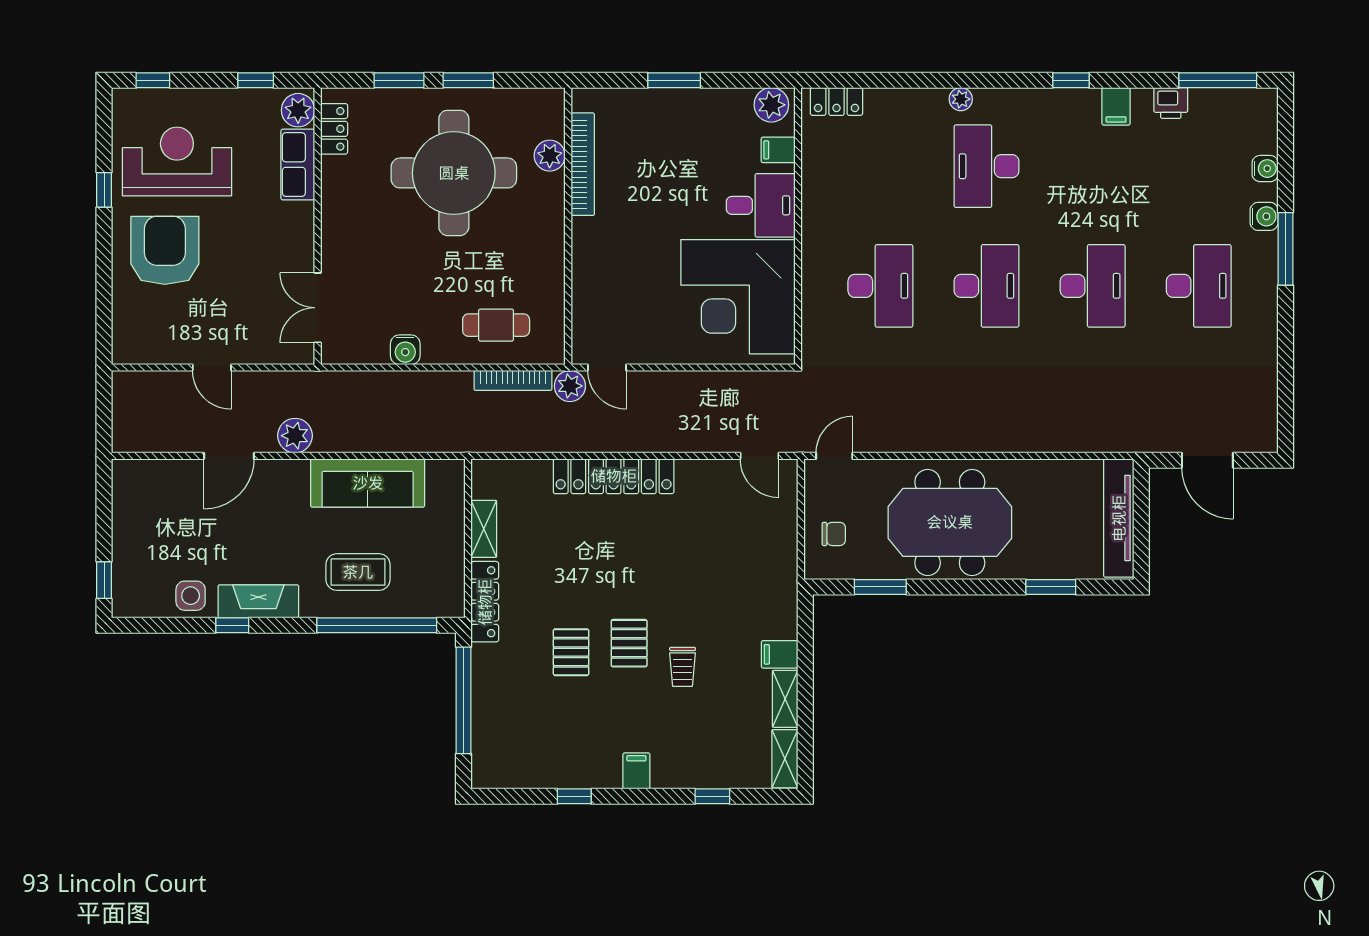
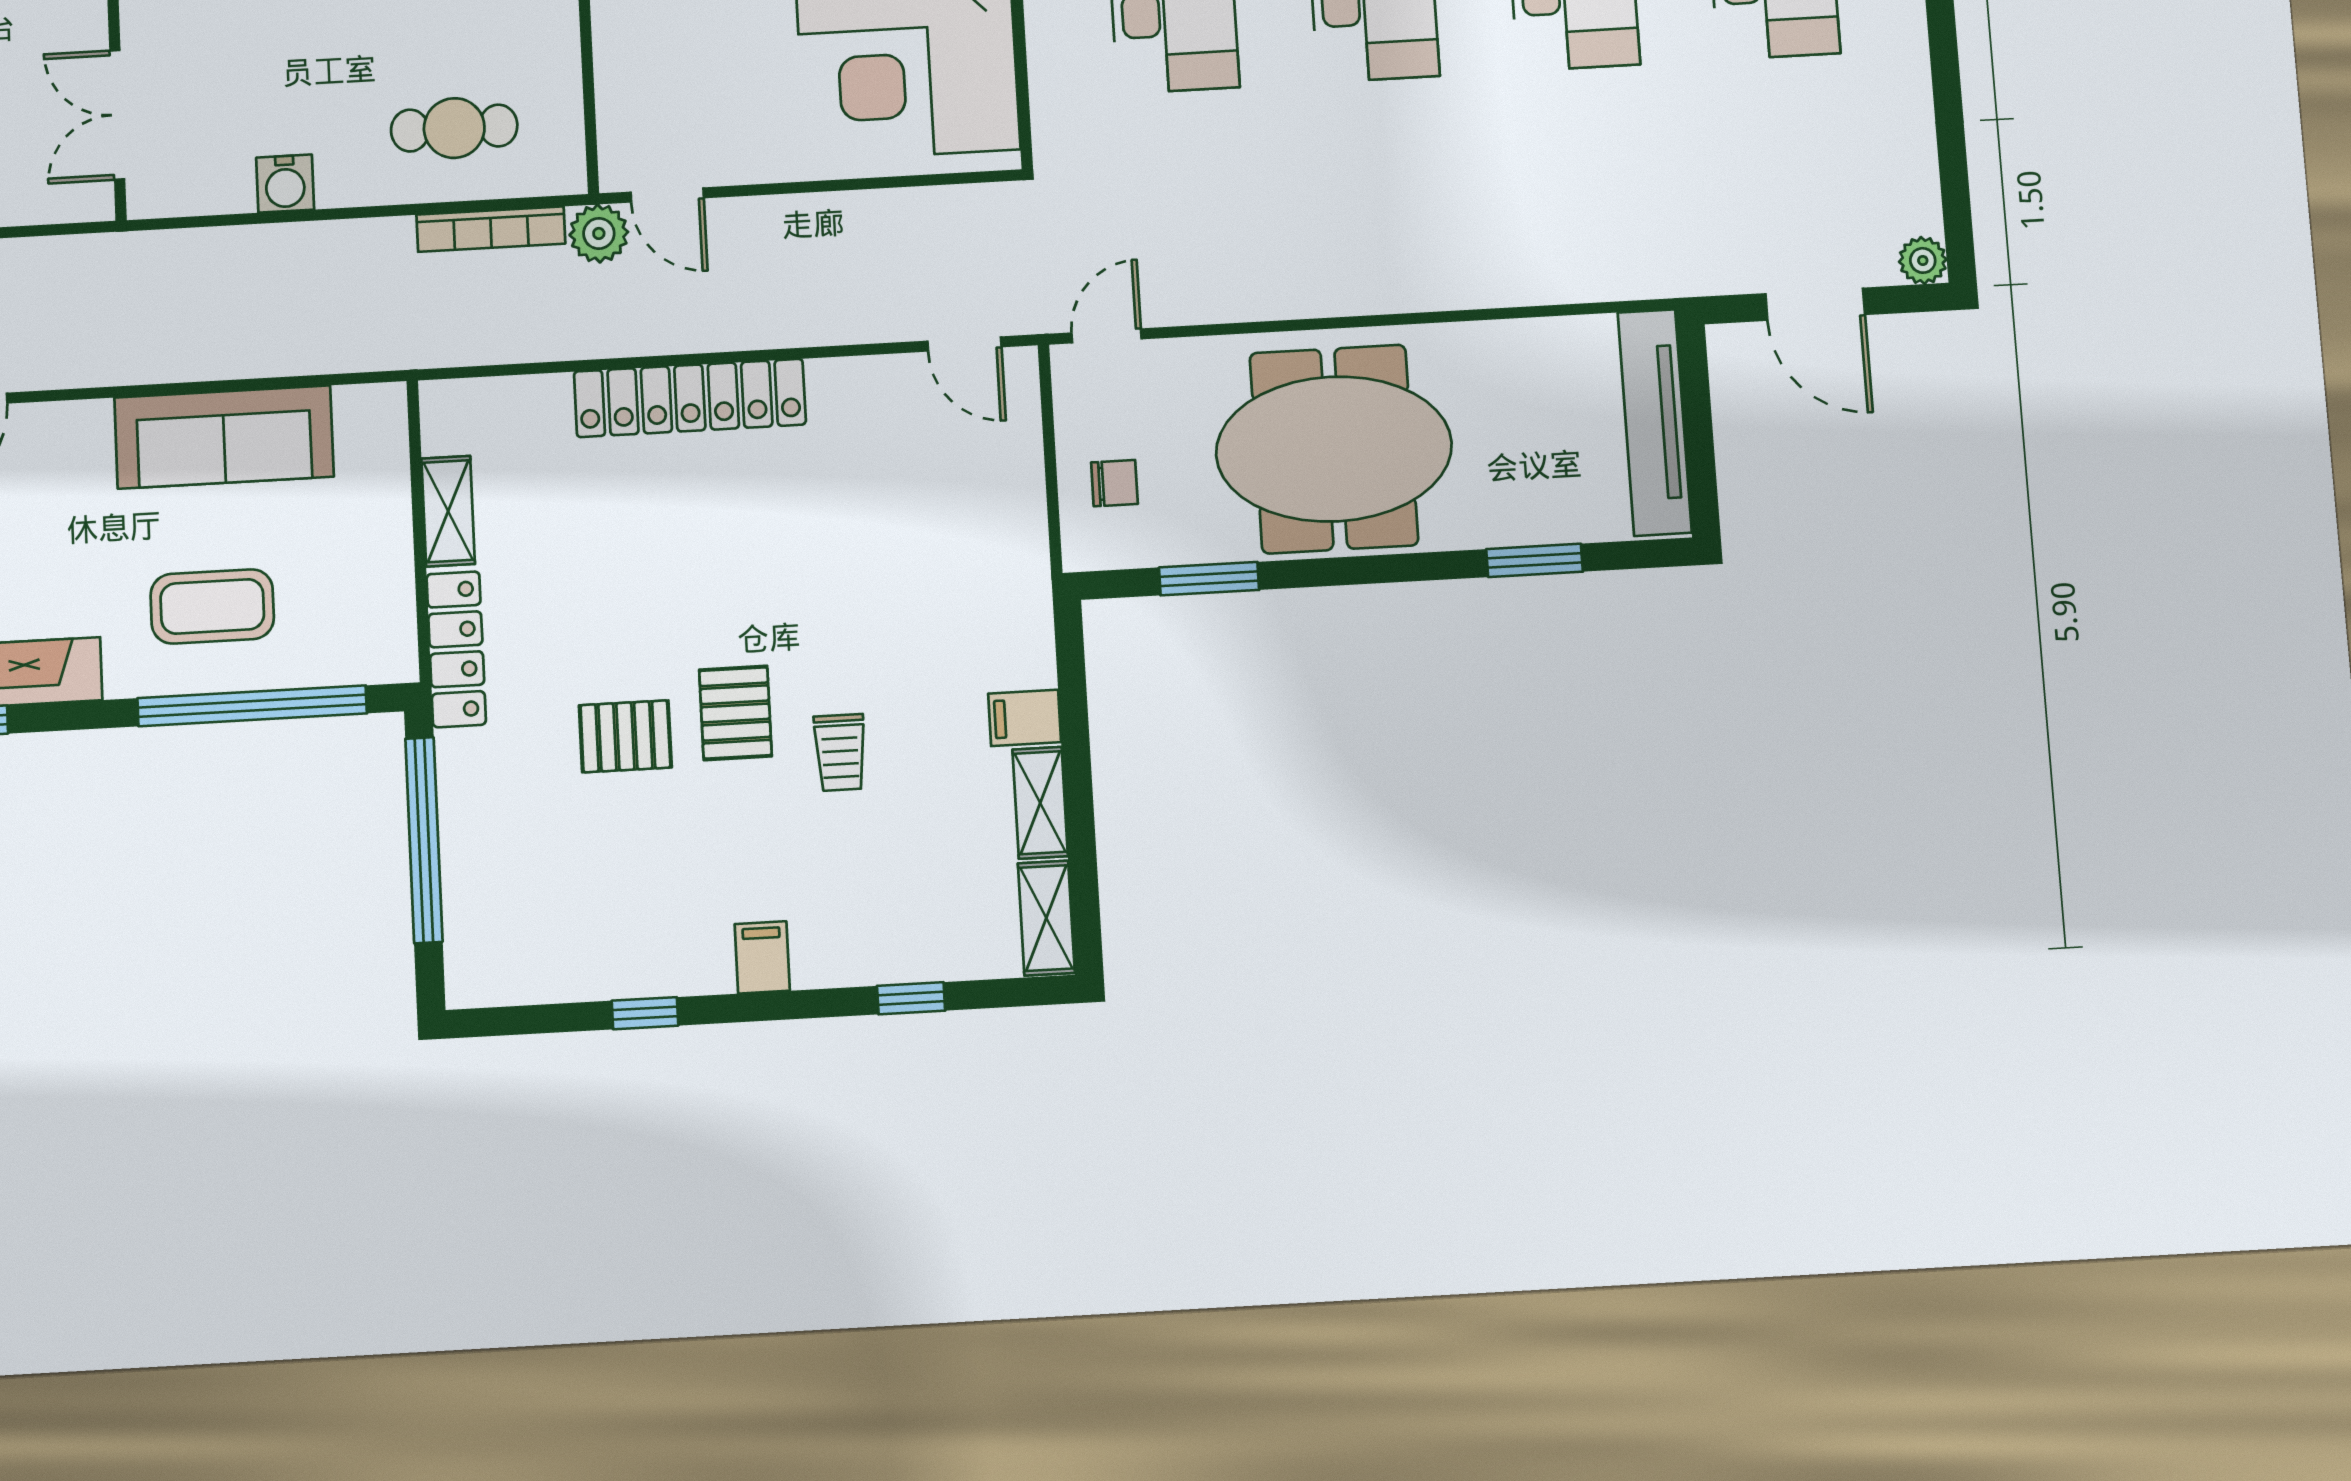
plant: (295, 436) -> (1923, 260), moved, width x0.73, depth x0.73
pallet: (571, 652) -> (625, 736), turned 90

